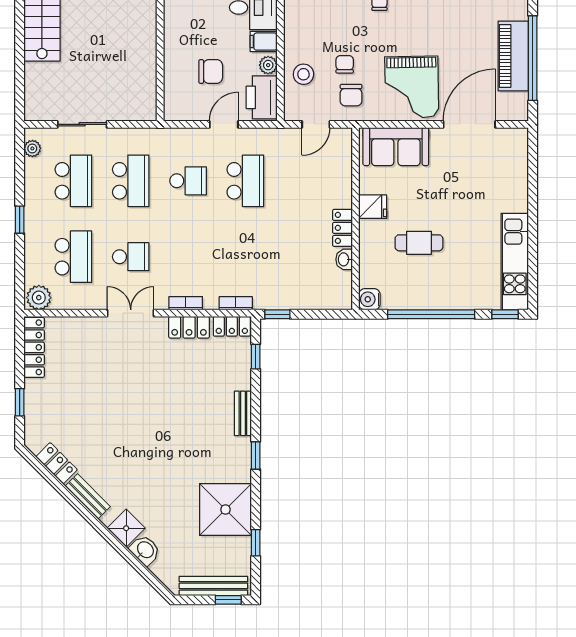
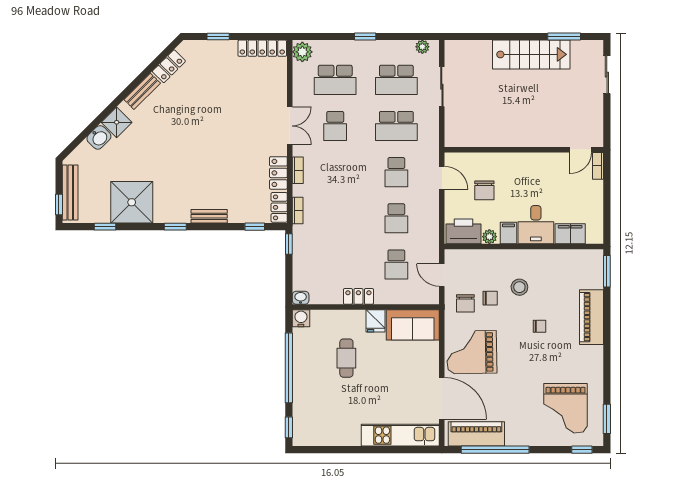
piano: (513, 56) -> (476, 434), moved
stool: (303, 74) -> (519, 287), moved
chair: (351, 95) -> (465, 303), turned -90
door: (224, 124) -> (442, 178), moved
sofa: (396, 147) -> (413, 325), moved, turned -90
school desk: (245, 181) -> (396, 218), width x0.54
school desk: (303, 181) -> (396, 264), added
washbasin: (344, 259) -> (301, 298), moved
kitchen unit: (515, 262) -> (400, 435), moved

